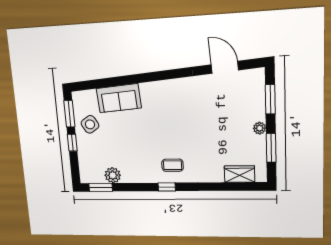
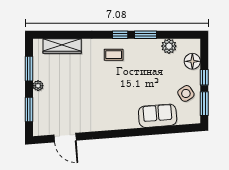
floor lamp: (86, 160) -> (192, 61), added
wardrobe: (240, 174) -> (62, 46), width x1.50
window: (101, 187) -> (146, 35), moved

